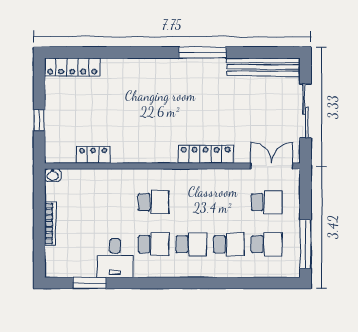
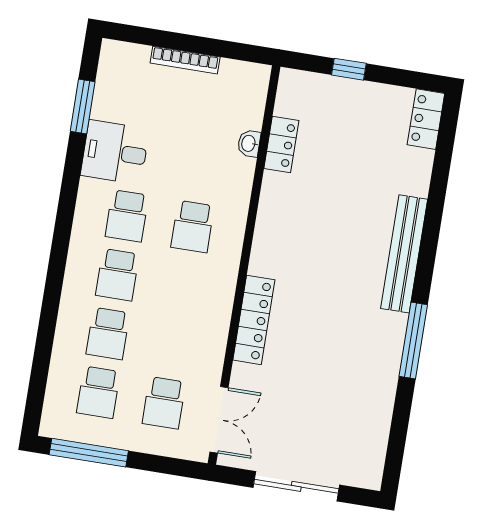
locker: (72, 67) -> (426, 119), width x0.66
bench: (263, 67) -> (404, 254), moved
washbasin: (53, 175) -> (249, 143), moved

